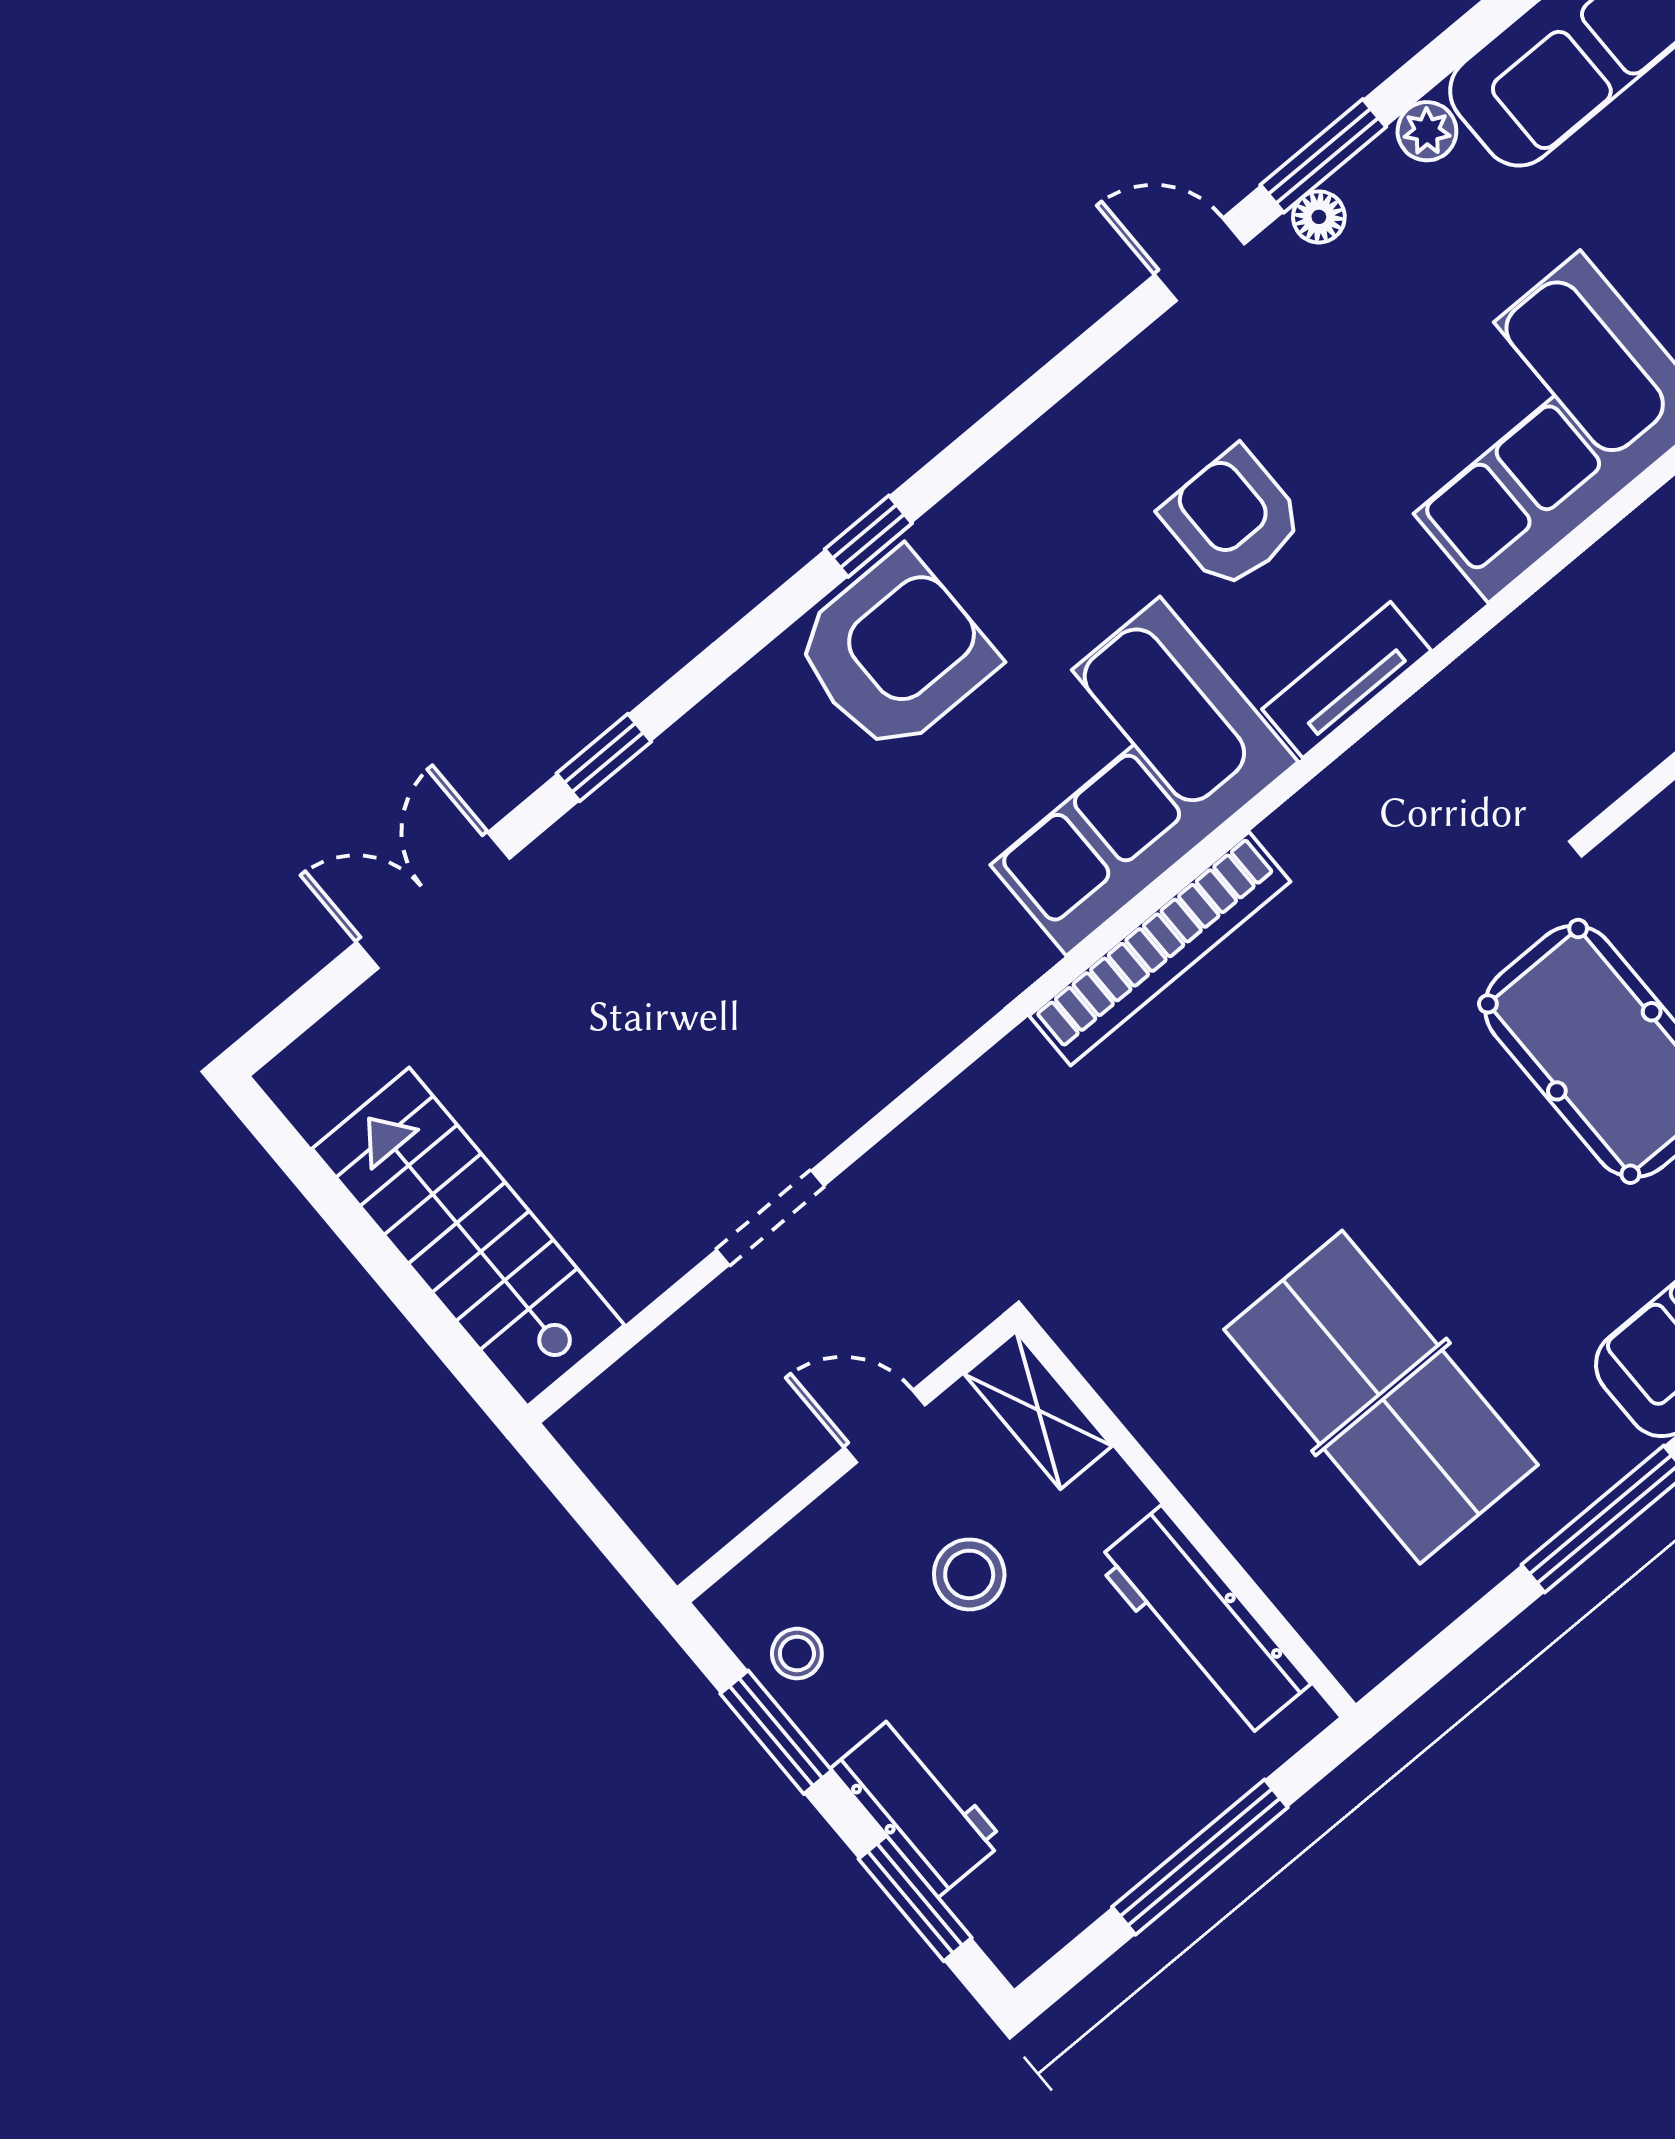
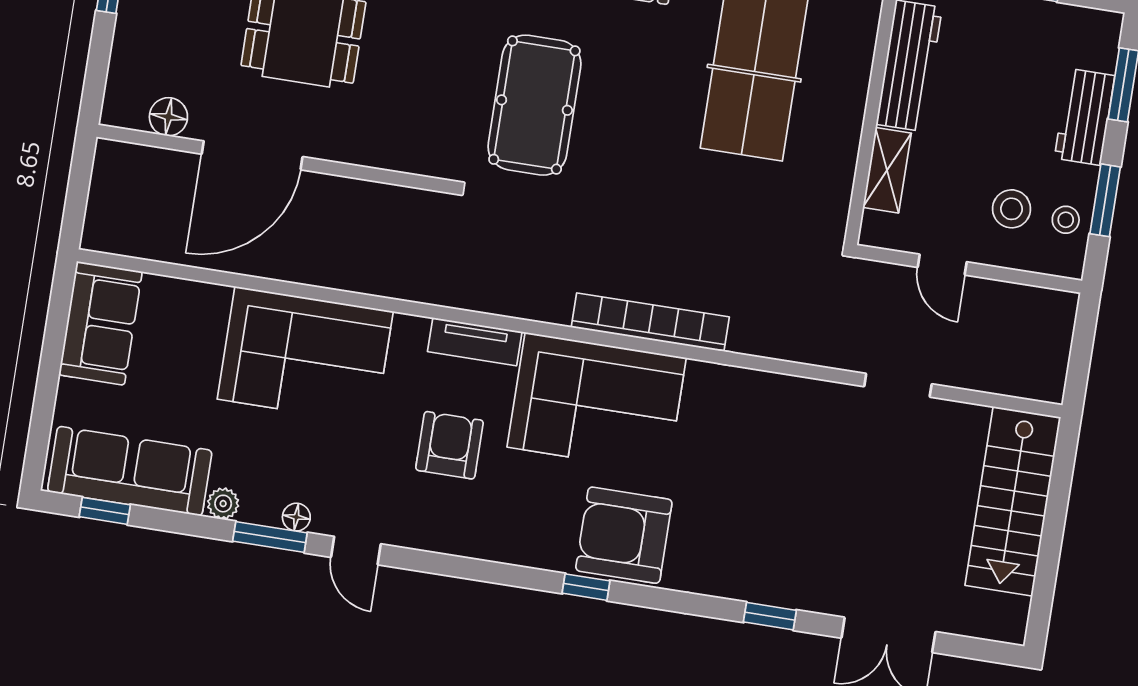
armchair: (1233, 518) -> (449, 445), turned 180
shelving: (1038, 1410) -> (887, 170), moved
stool: (969, 1574) -> (1012, 209), moved

